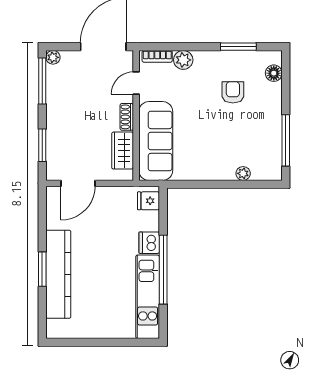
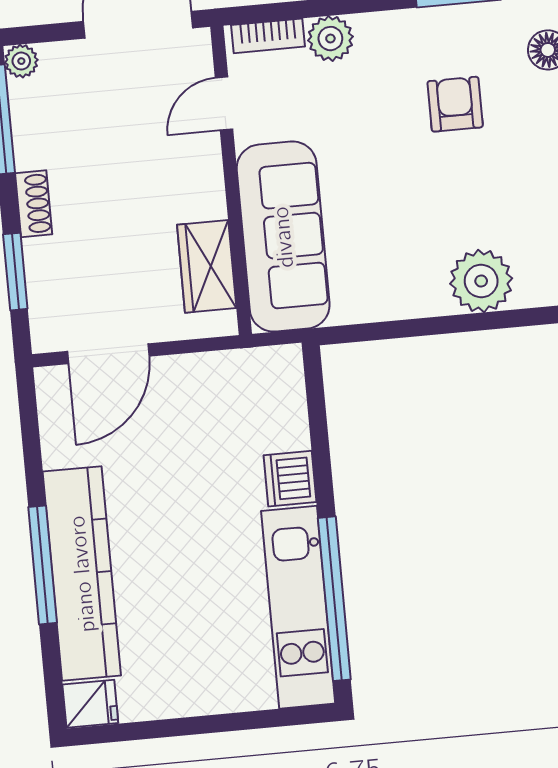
shoe rack: (127, 117) -> (34, 204), moved, turned 180
plant: (243, 173) -> (481, 281), width x1.88, depth x1.88
fridge: (148, 201) -> (90, 704), moved, turned 180
window: (42, 269) -> (43, 565), width x1.44
window: (163, 270) -> (334, 599), moved

